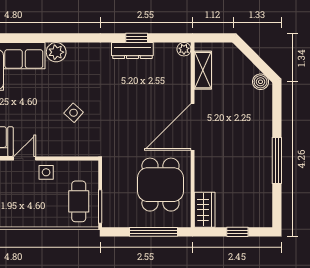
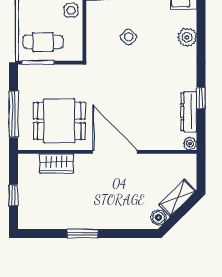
dresser: (132, 51) -> (189, 112), moved
plant: (56, 52) -> (187, 37), moved
shelving: (203, 70) -> (177, 198), moved, turned -45
window: (277, 161) -> (82, 233), width x0.69
wardrobe: (205, 210) -> (56, 164), moved

